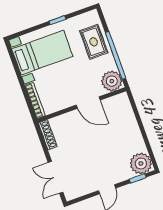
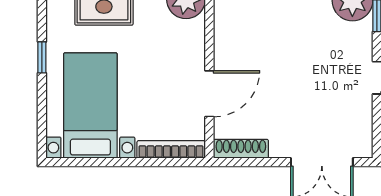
door: (88, 103) -> (209, 94), moved

